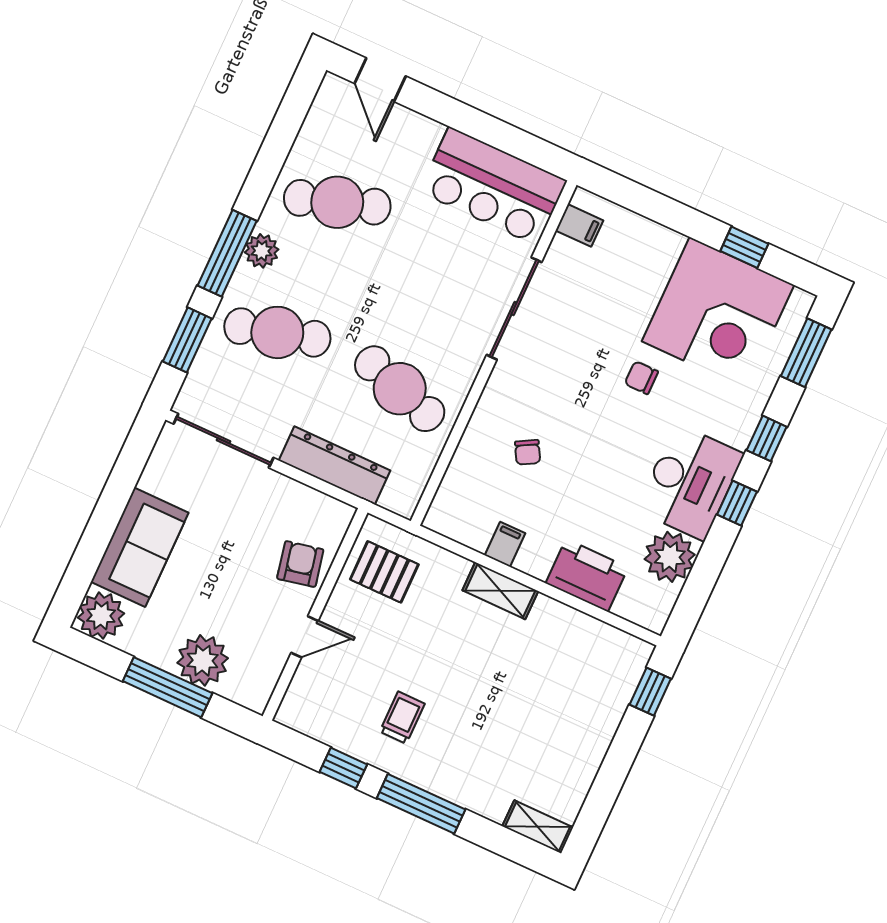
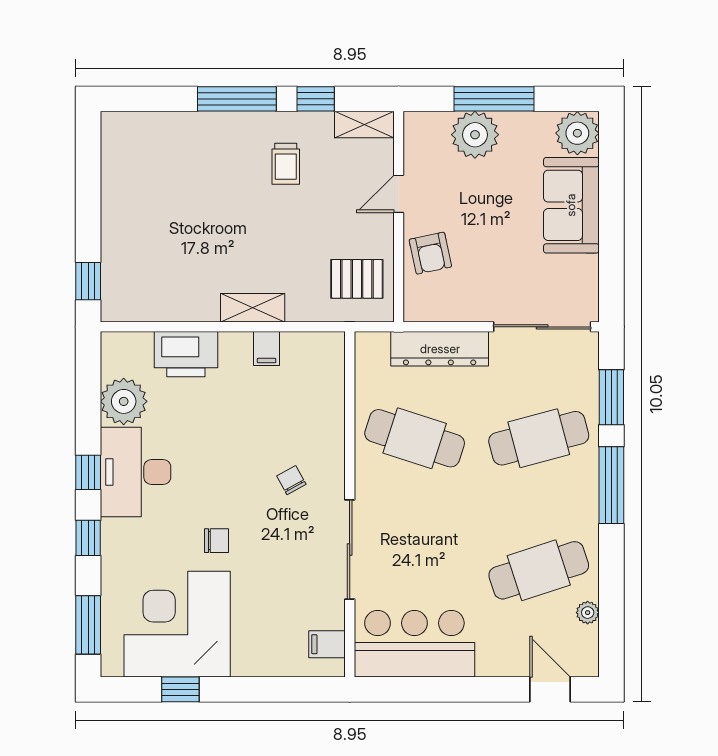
plant: (262, 251) -> (588, 613), moved, width x0.73, depth x0.73
chair: (528, 452) -> (291, 480), moved
shelving: (538, 827) -> (364, 124), moved

